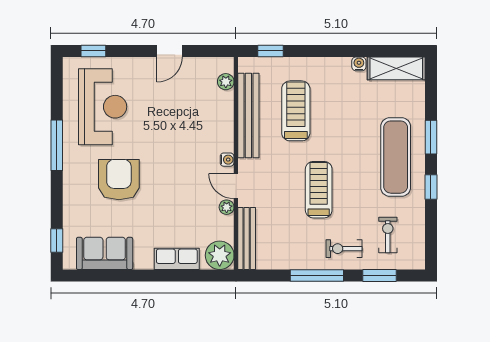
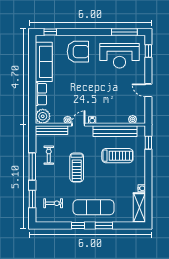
window: (57, 145) -> (124, 32), moved
armchair: (119, 180) -> (78, 52), moved
treadmill: (319, 190) -> (77, 167), turned 90
exercise bike: (344, 249) -> (49, 155), moved
sofa: (105, 253) -> (44, 62), width x1.36

